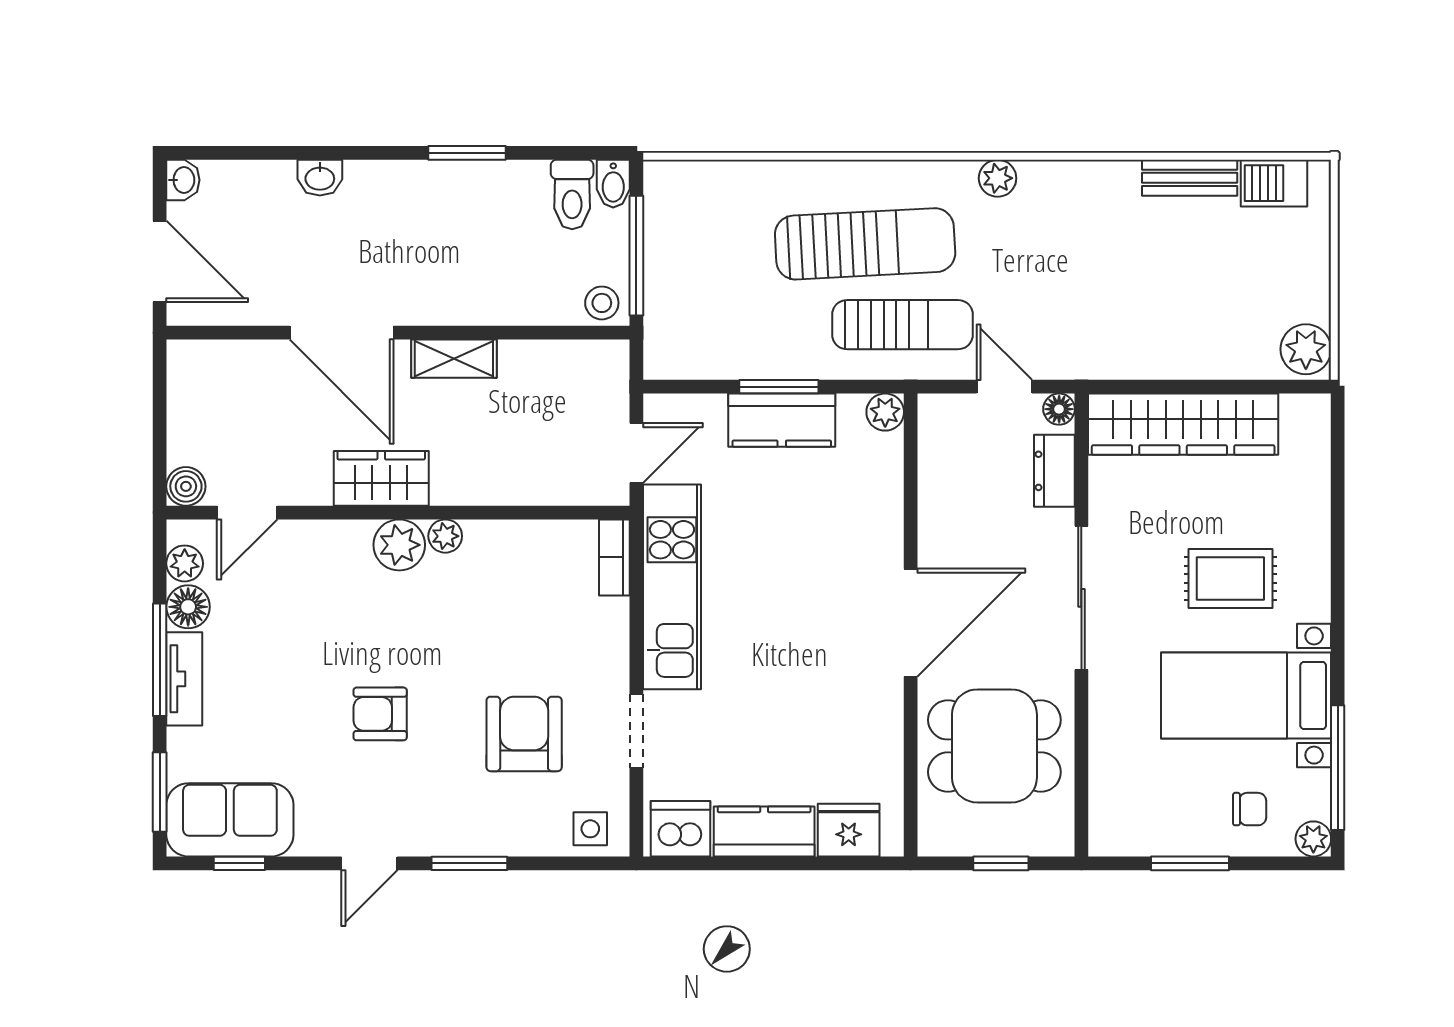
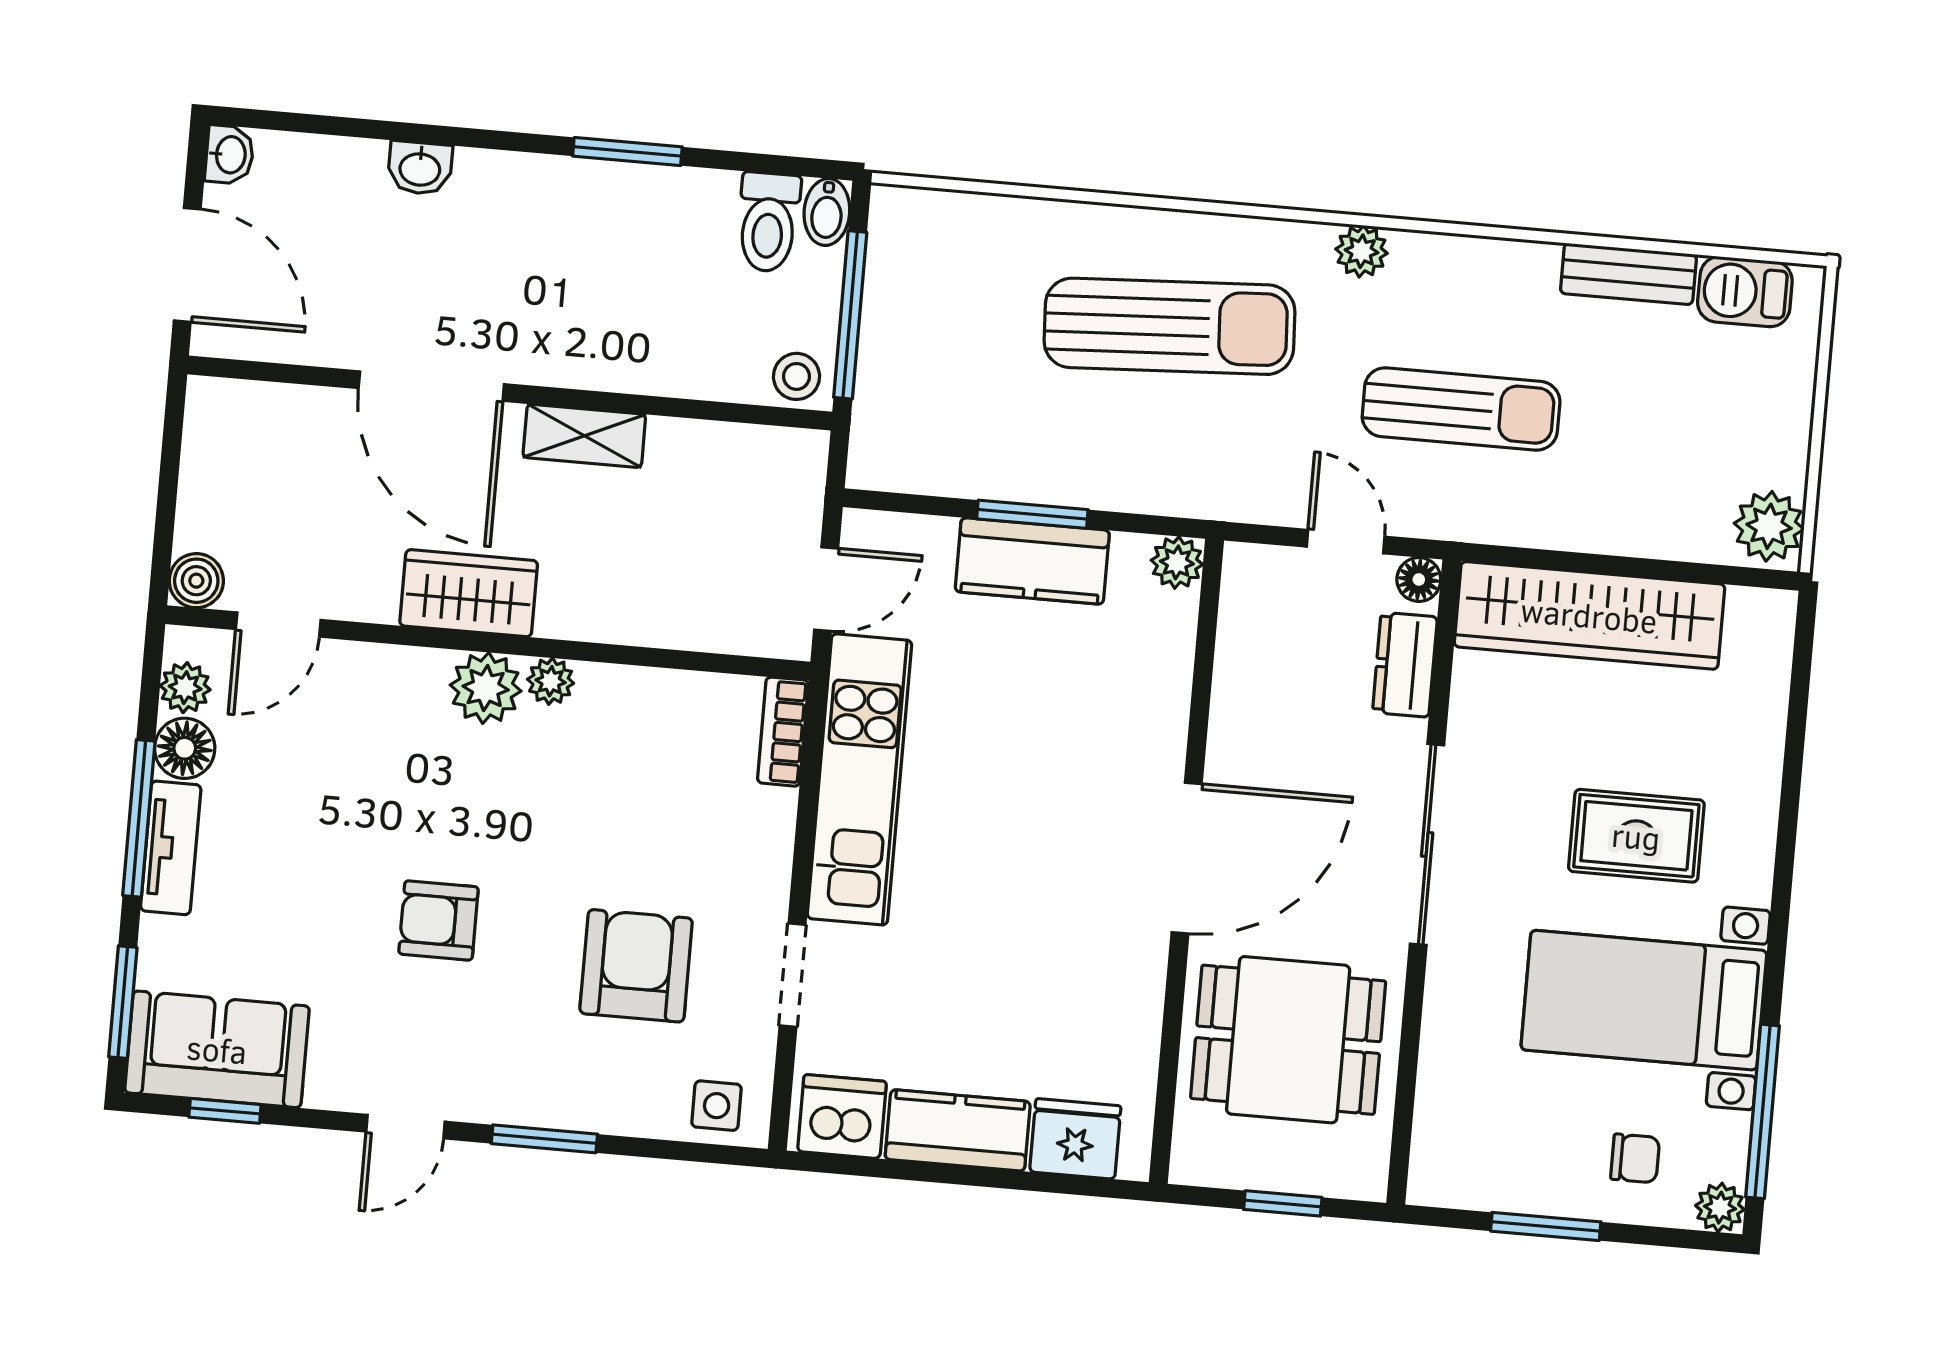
sun lounger: (903, 325) -> (1461, 409), moved

